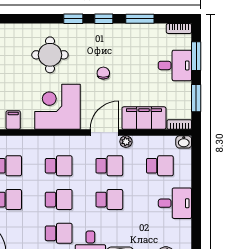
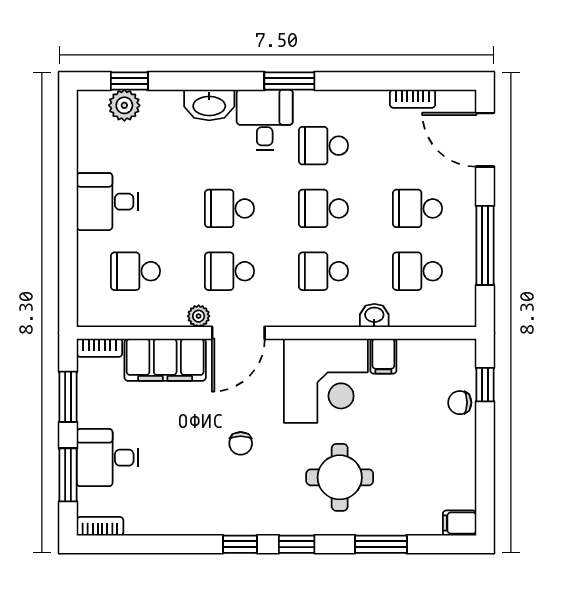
window: (140, 19) -> (381, 544), moved
filing cabinet: (13, 120) -> (383, 356), moved
washbasin: (184, 142) -> (374, 315), moved

